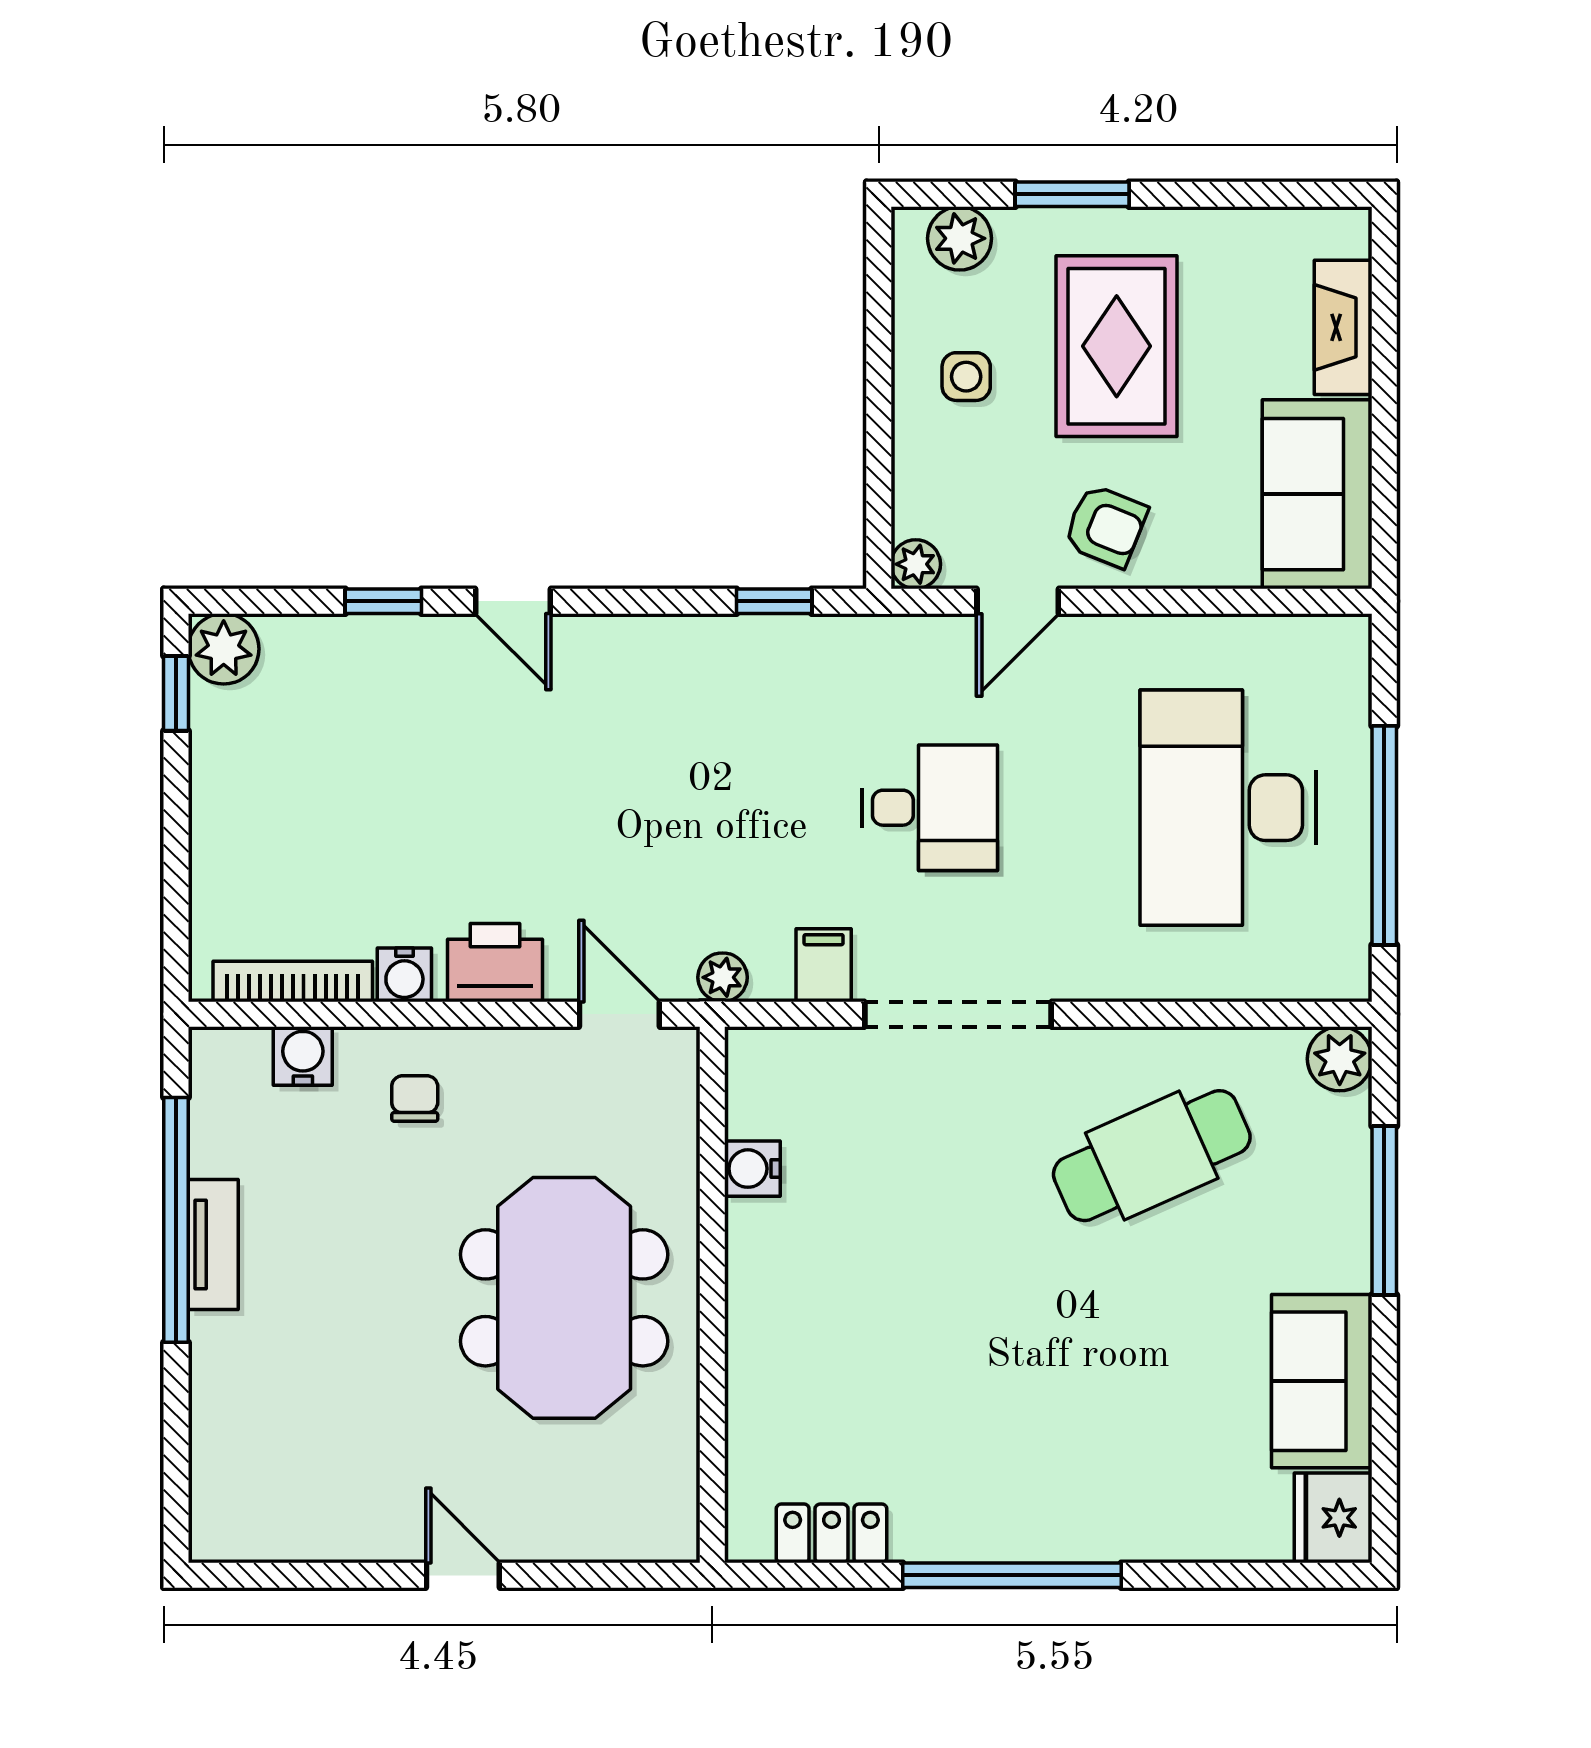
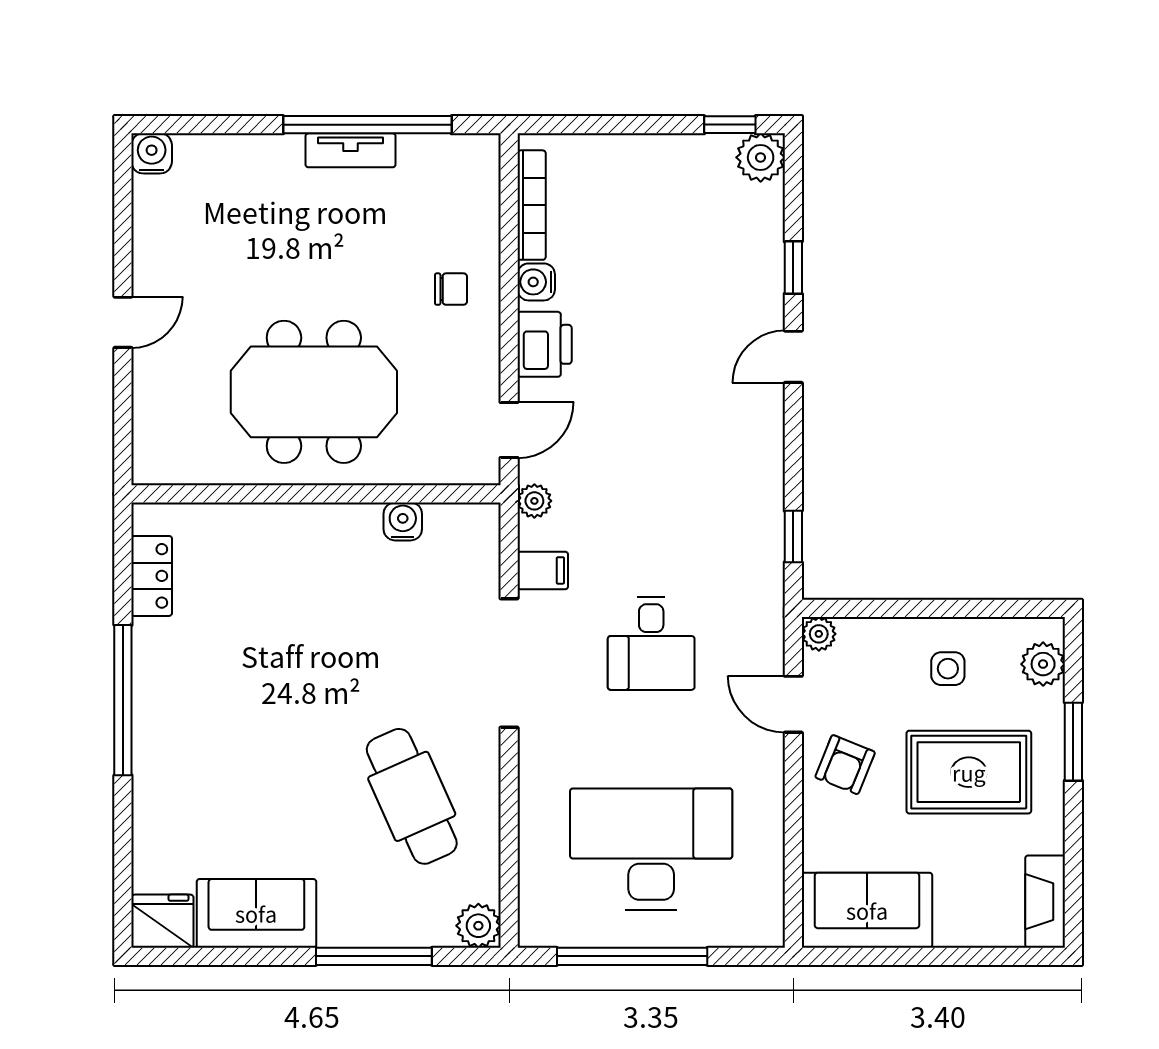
fireplace: (1343, 327) -> (1045, 902), moved, turned -90
water cooler: (303, 1056) -> (152, 153), moved, turned -90

